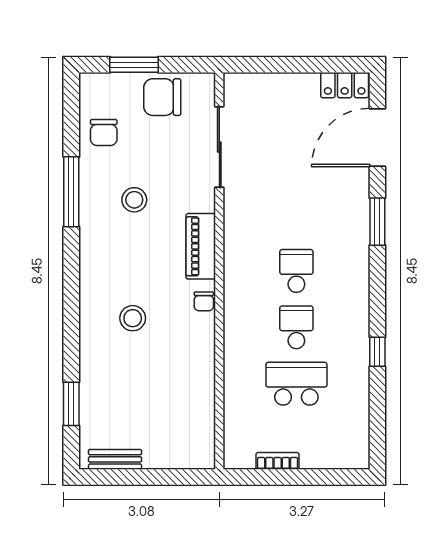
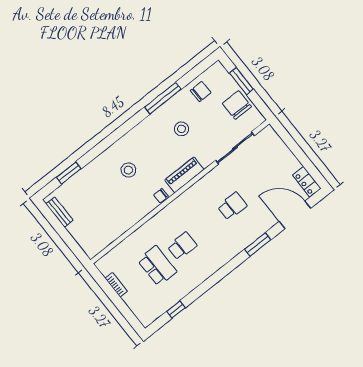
chair: (104, 133) -> (201, 92), turned 180
school desk: (296, 271) -> (232, 206), moved
window: (377, 352) -> (176, 309), moved

